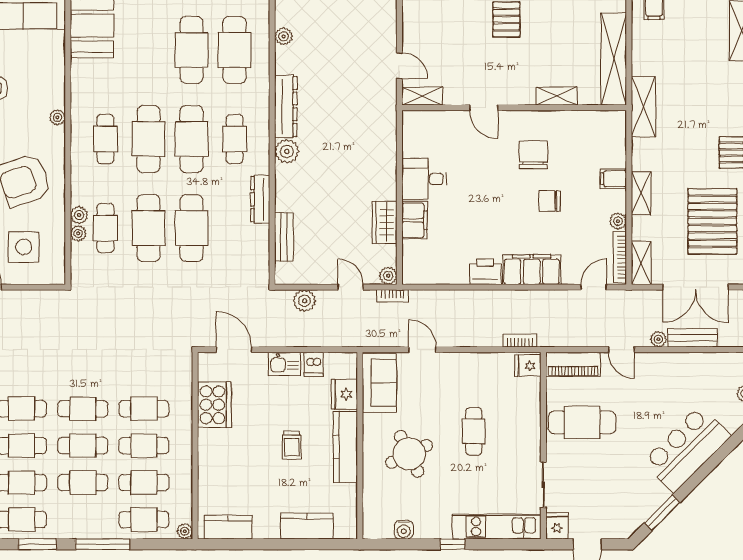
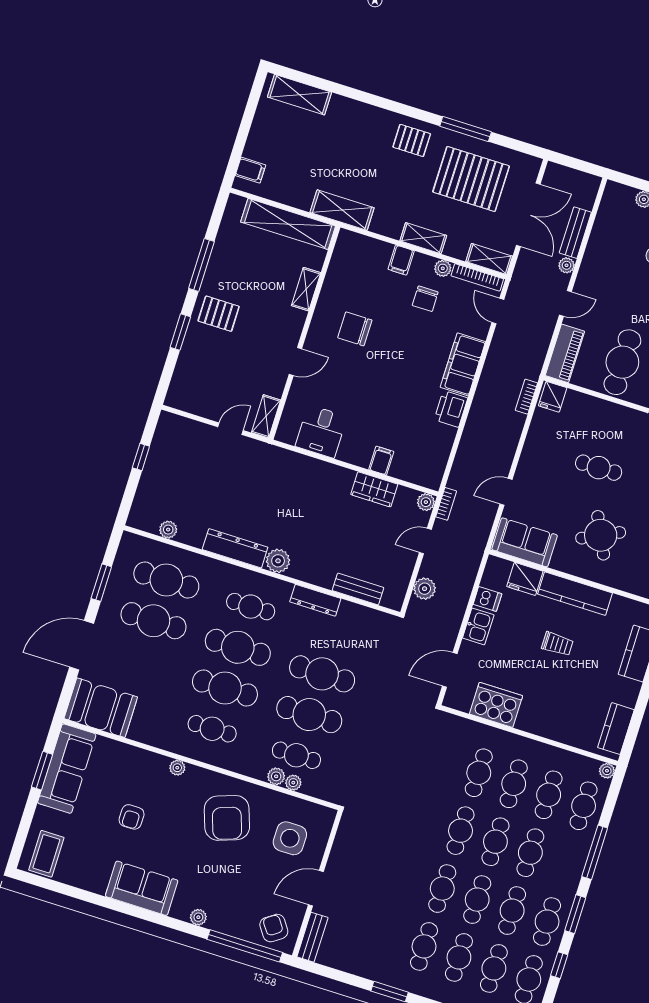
desk: (424, 179) -> (321, 431), moved
chair: (550, 201) -> (425, 299), moved
filing cabinet: (415, 220) -> (381, 461), width x0.50

